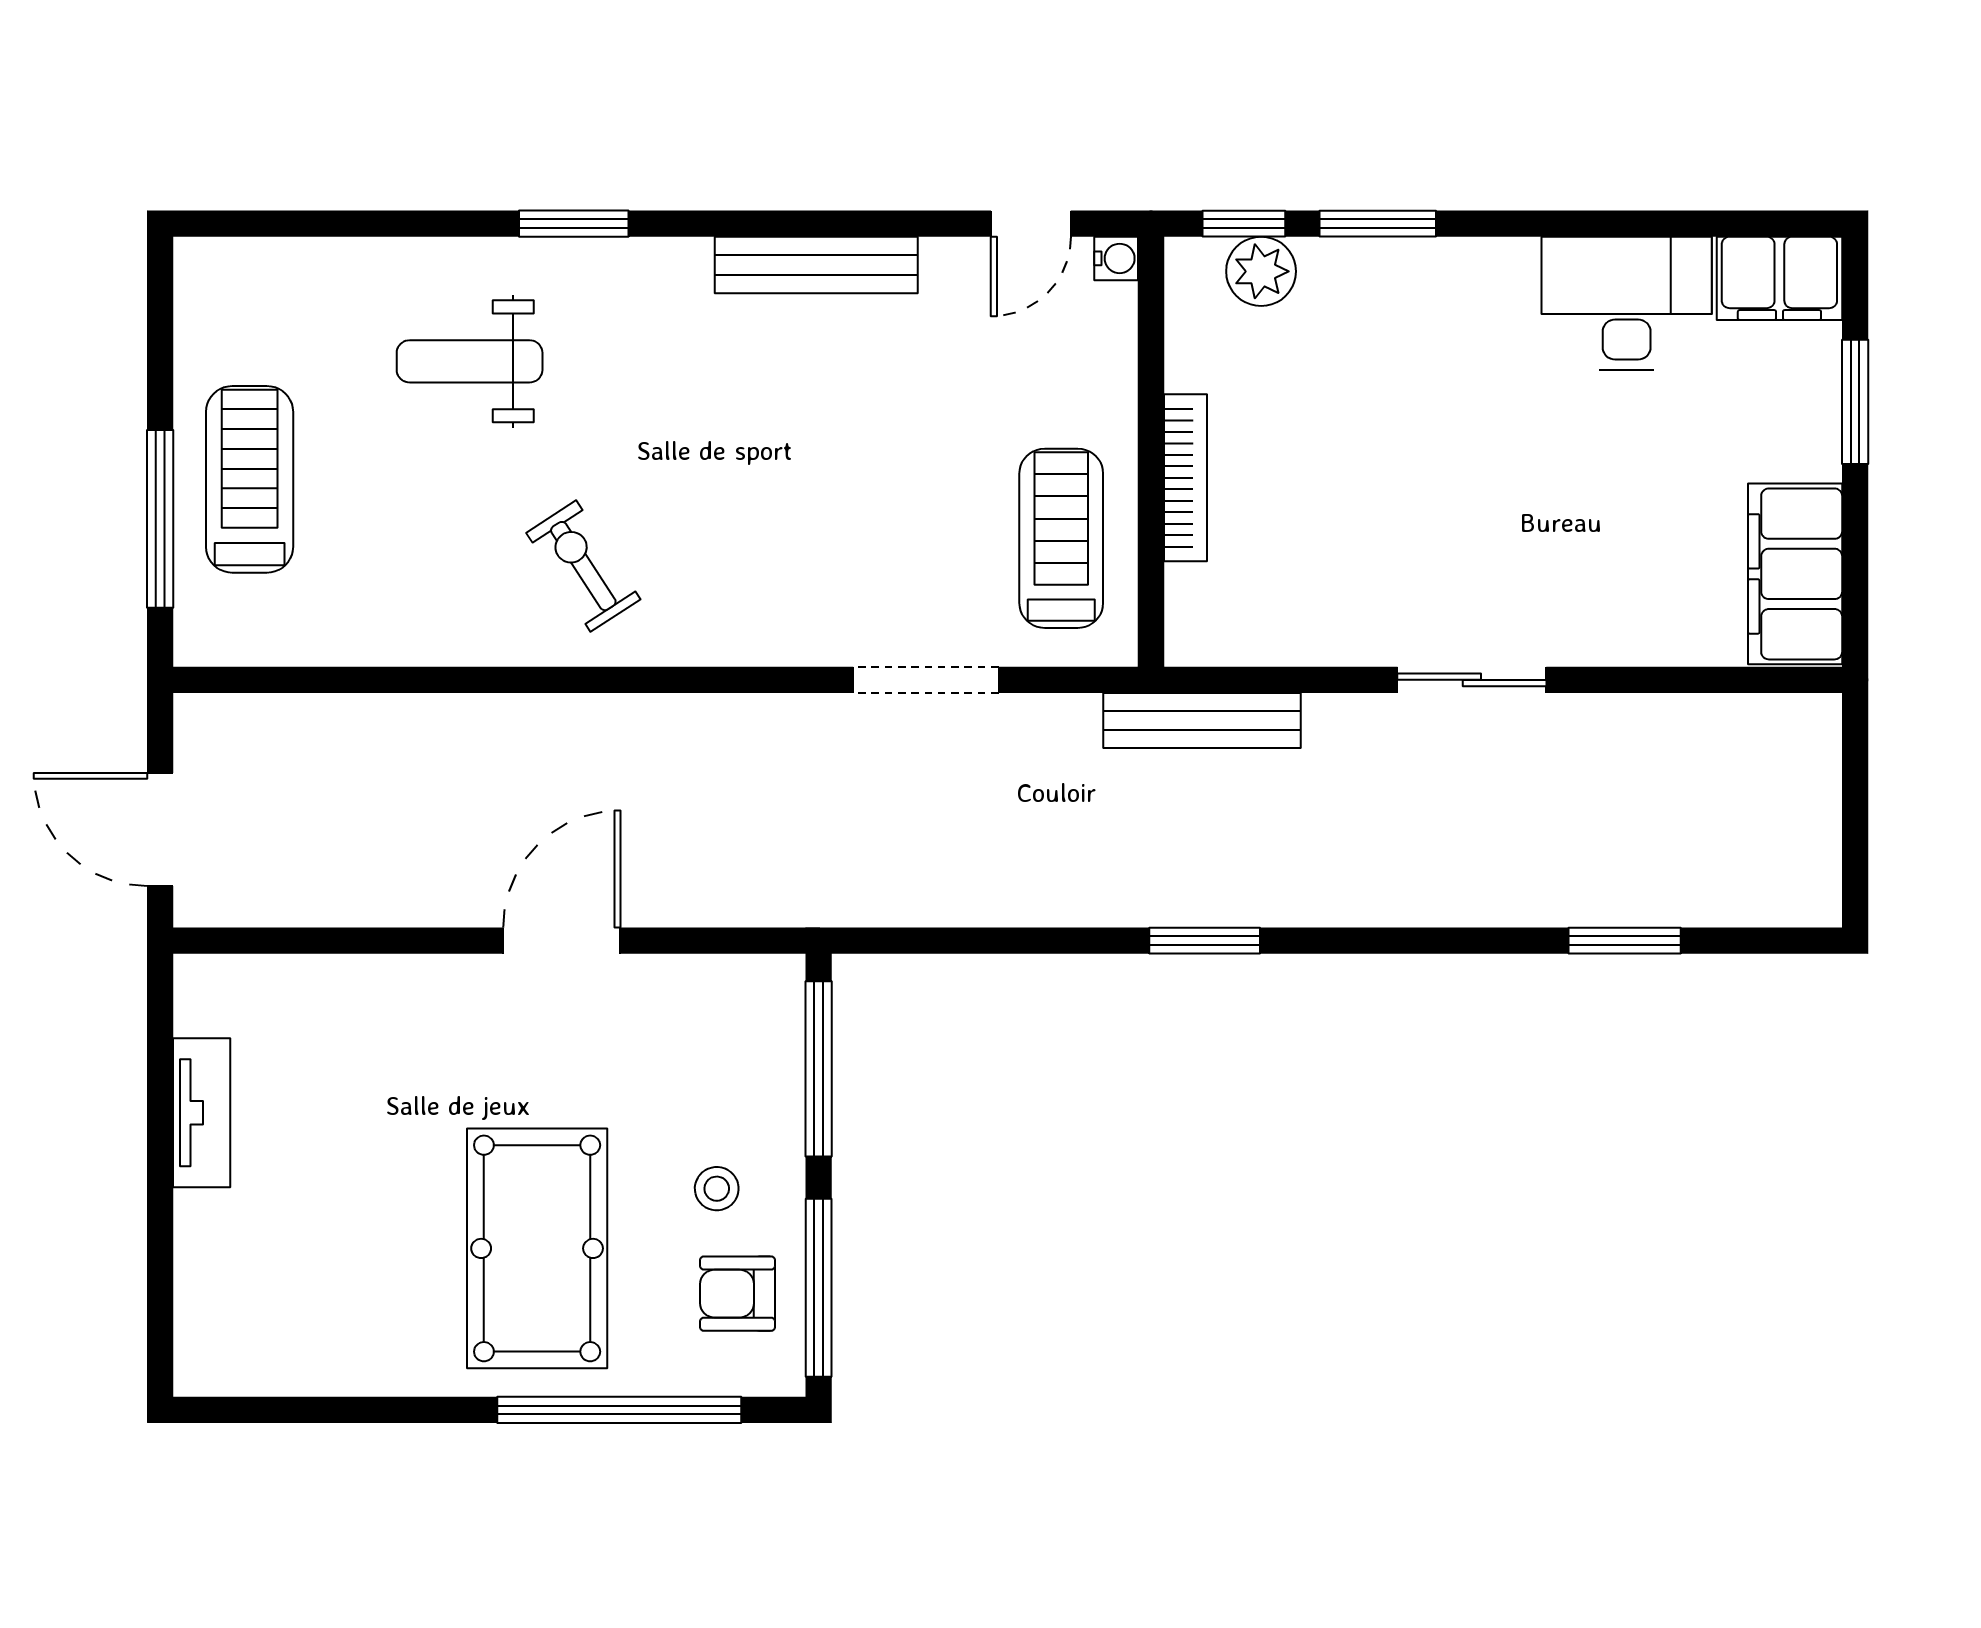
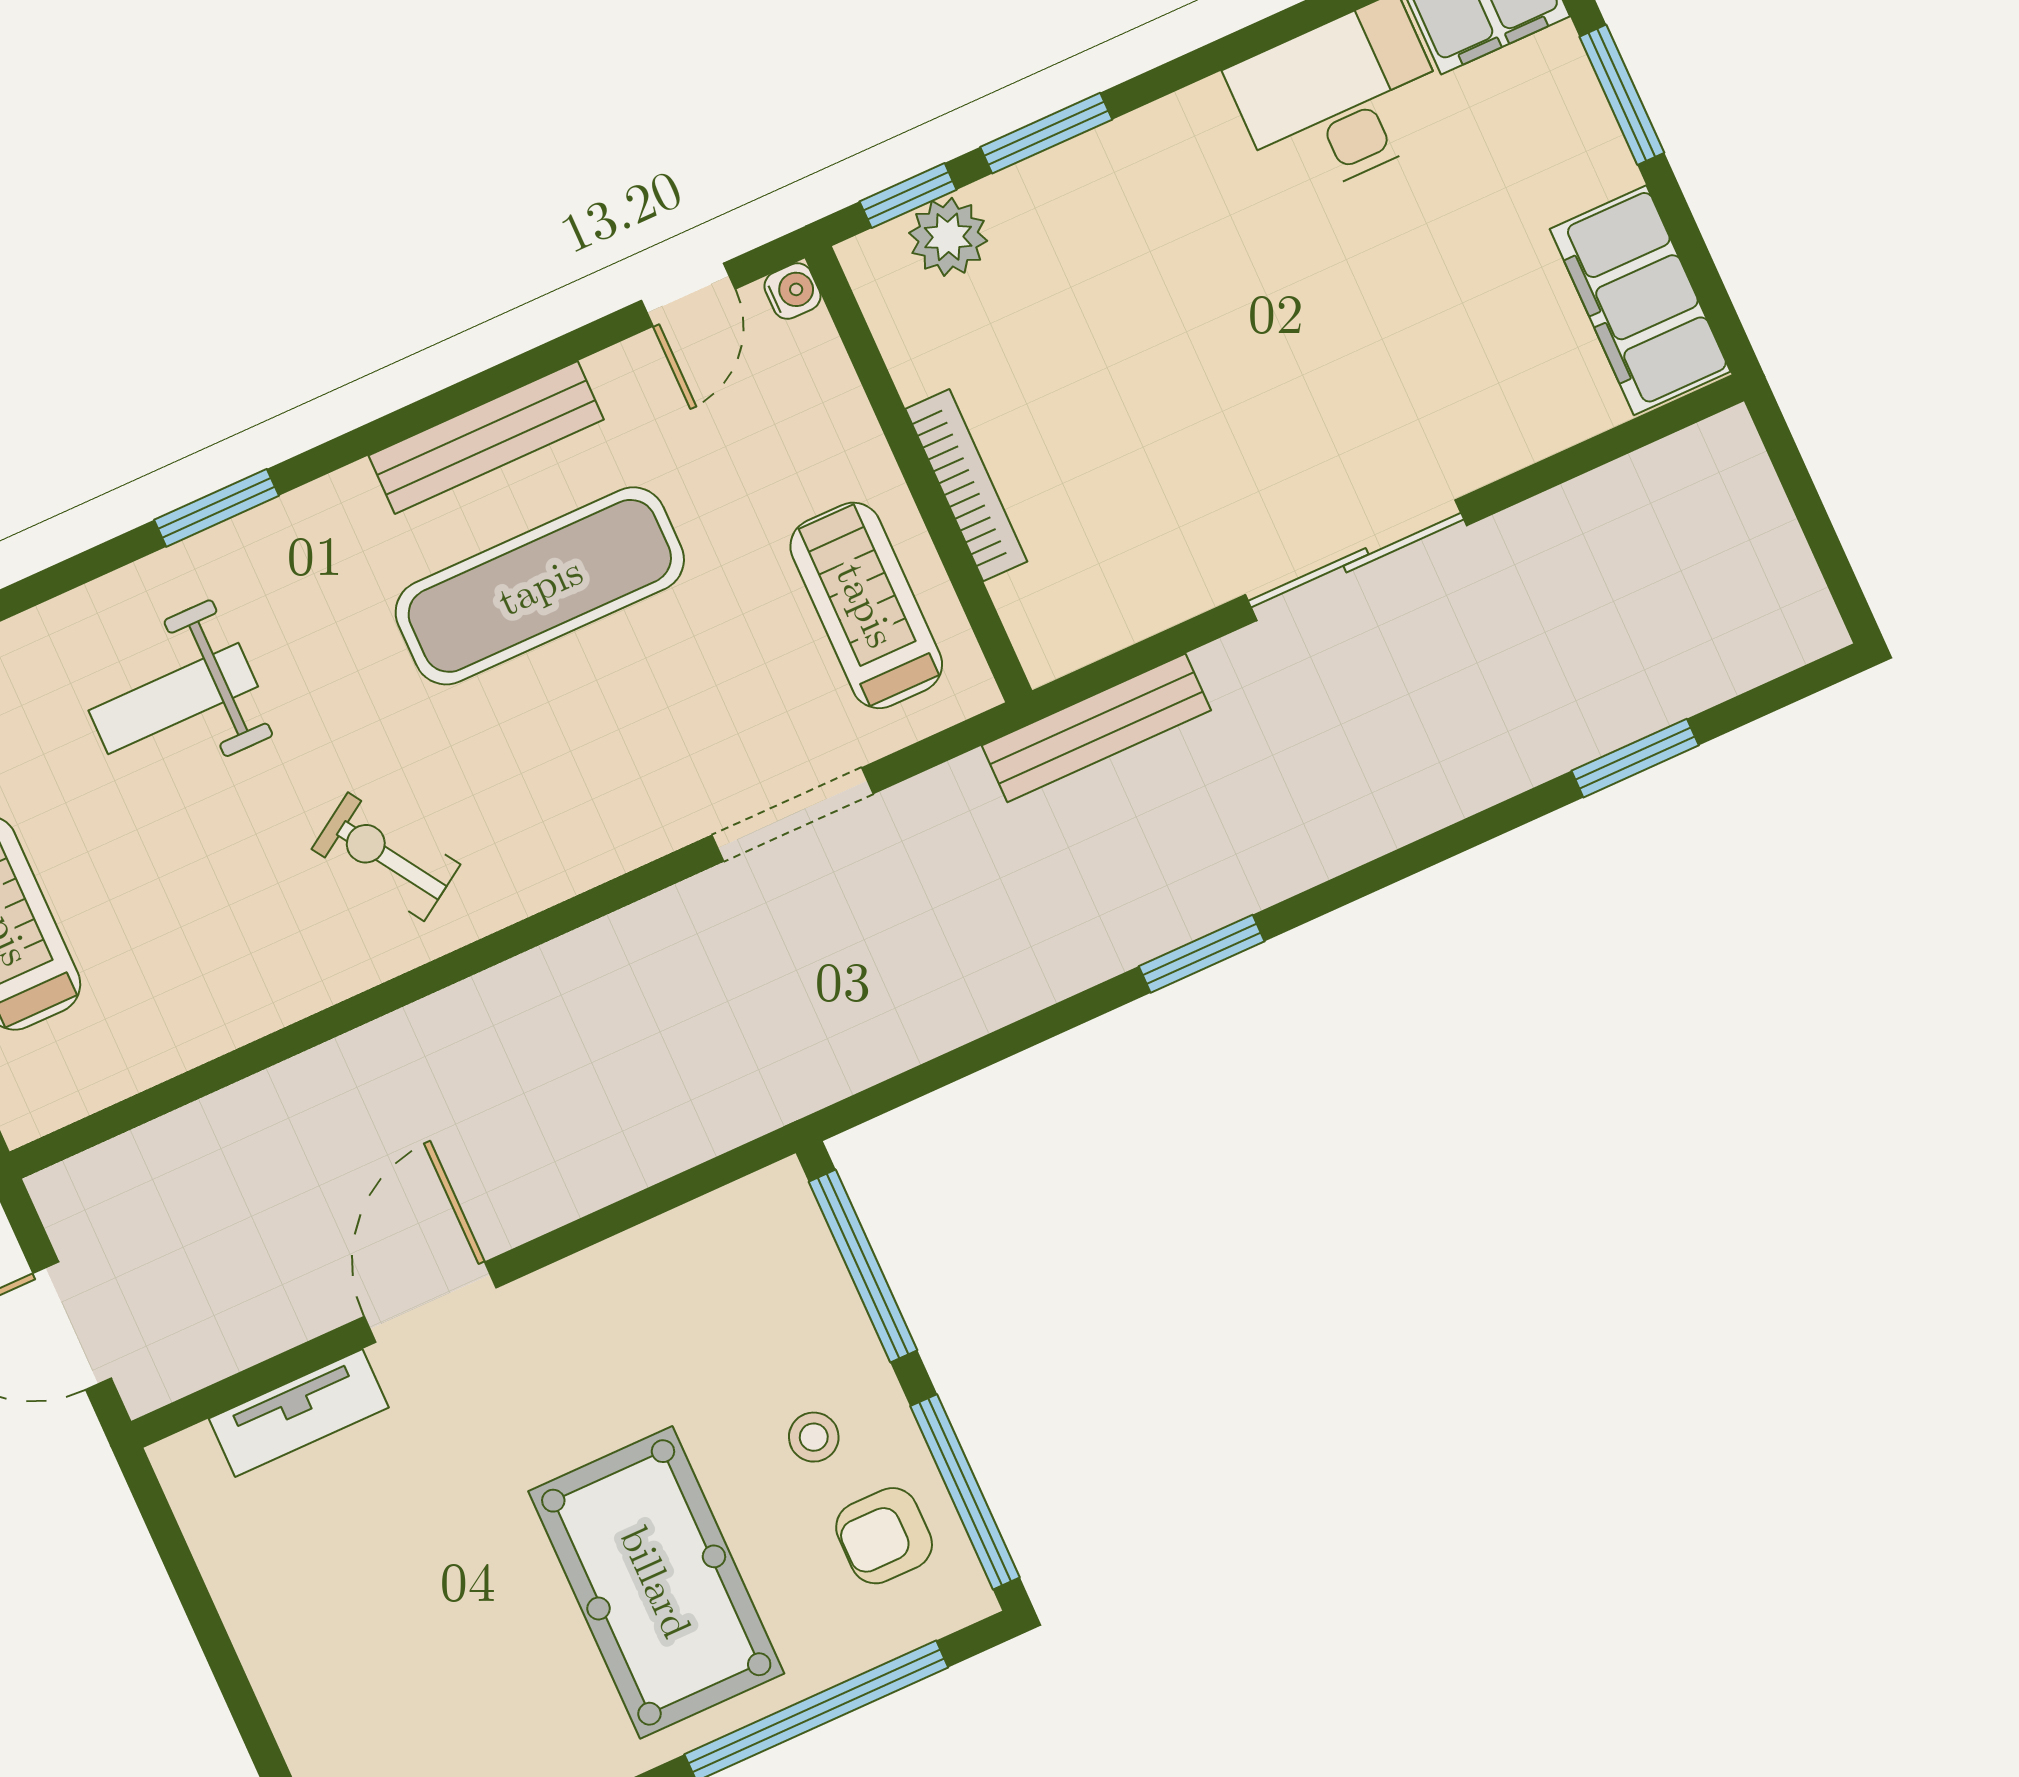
exercise mat: (806, 404) -> (540, 586), added
sliding door: (1472, 680) -> (1356, 560), width x1.37
door: (562, 941) -> (430, 1302), moved
tv unit: (202, 1113) -> (299, 1413), moved, turned 90

